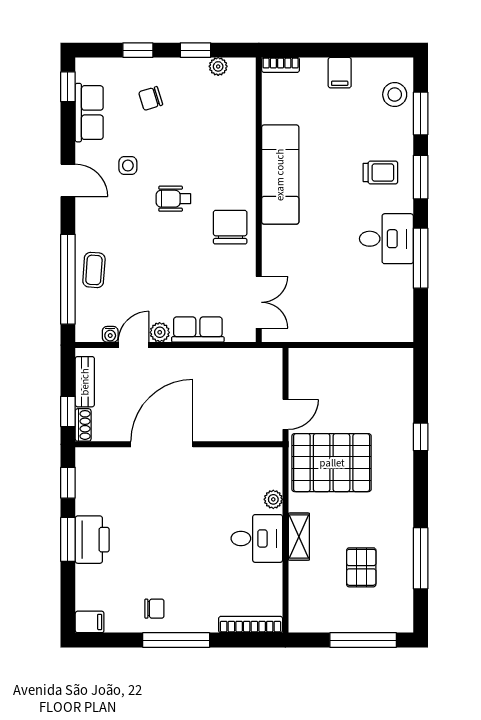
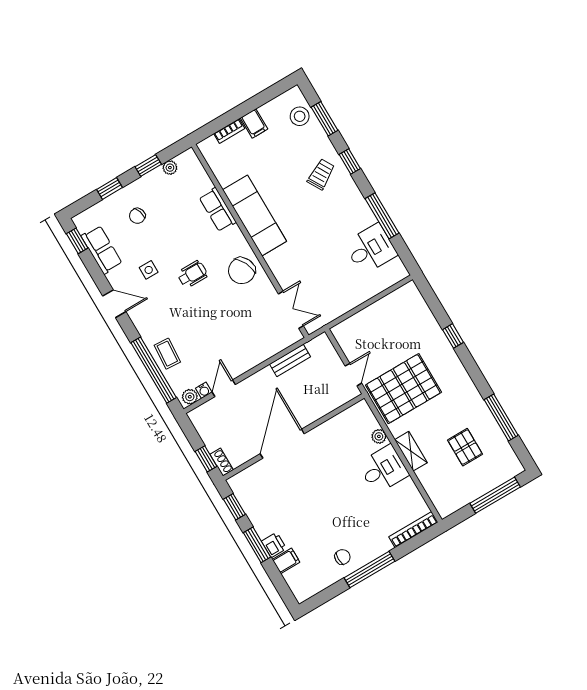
bookcase: (281, 65) -> (229, 131), moved
trolley: (380, 172) -> (321, 174), turned -30
window: (421, 177) -> (350, 161), width x0.67
wheelchair: (173, 199) -> (192, 274), turned 180
chair: (230, 227) -> (242, 271), turned -116
desk: (386, 239) -> (371, 249), moved
row of seats: (198, 330) -> (218, 210), moved, turned -90
plant: (160, 332) -> (190, 397), moved
bench: (85, 382) -> (290, 360), moved, turned 90
printer: (92, 540) -> (274, 545), width x0.53, depth x0.68
filing cabinet: (90, 622) -> (286, 561), moved

